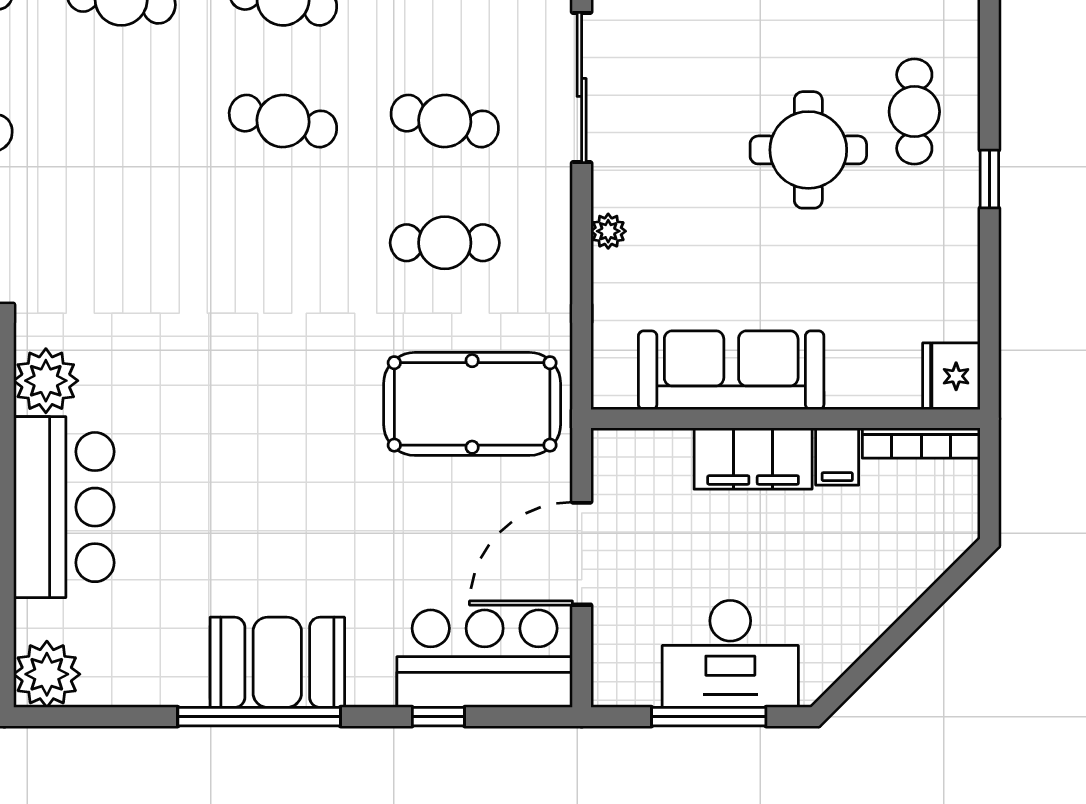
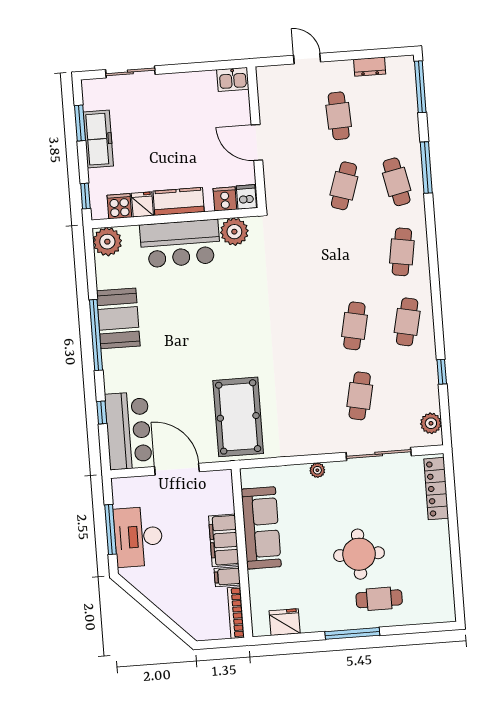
window: (989, 179) -> (352, 633), width x2.17
cafe table: (445, 243) -> (307, 400), removed
fridge: (951, 376) -> (285, 622), moved
booth: (277, 662) -> (118, 318), moved

